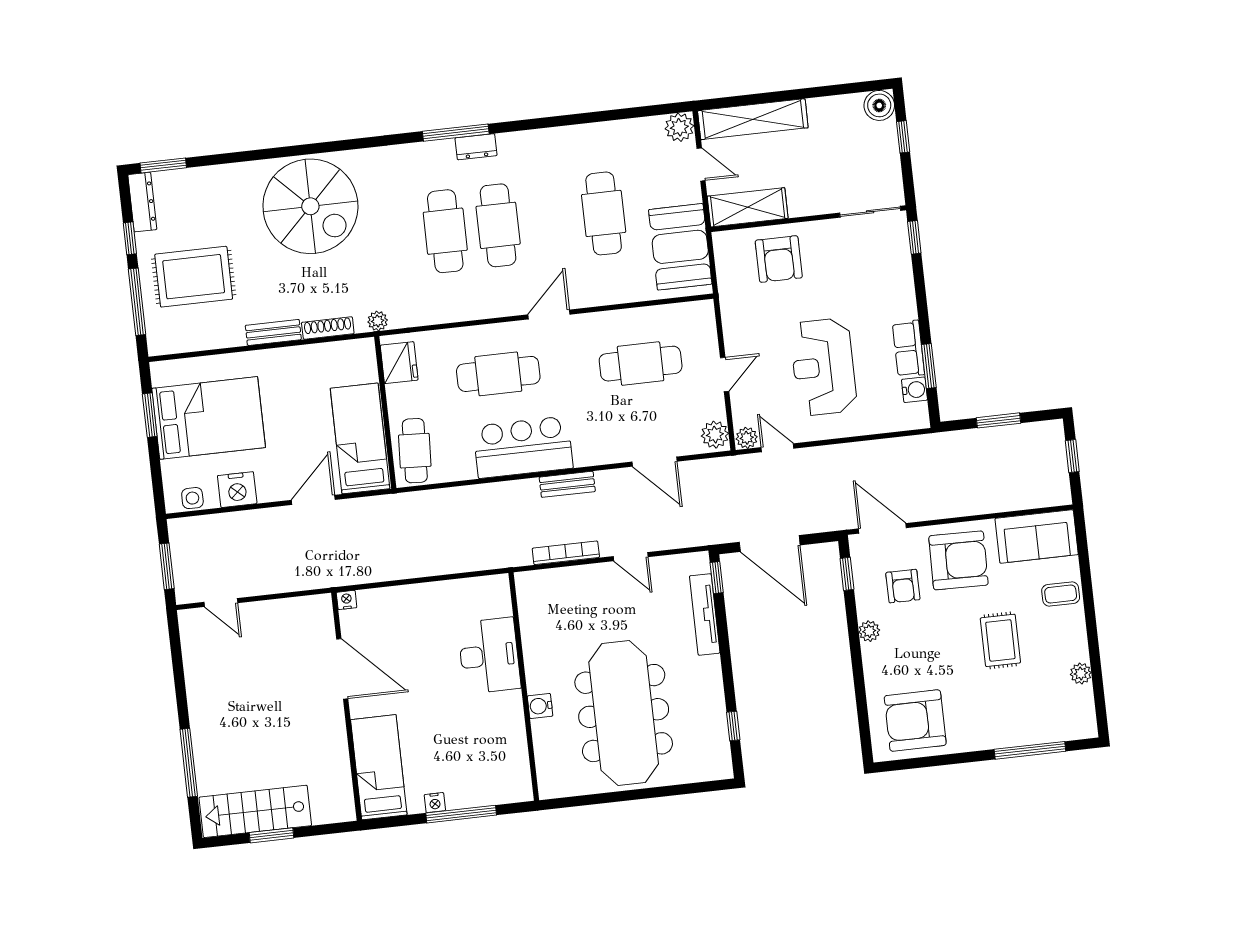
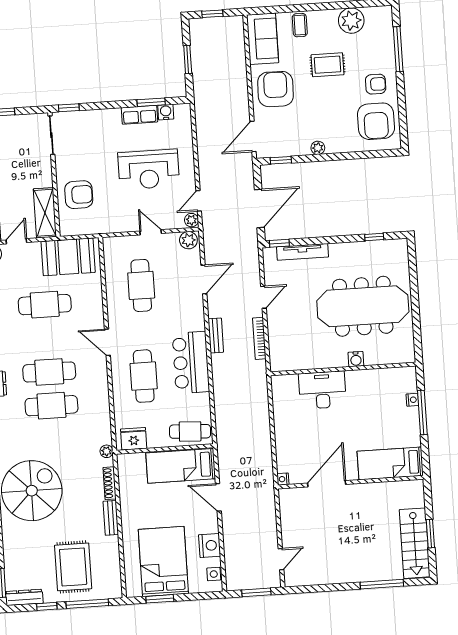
armchair: (903, 586) -> (376, 84), moved
plant: (1081, 673) -> (351, 21), width x1.87, depth x1.87
nightstand: (435, 803) -> (412, 400), moved

